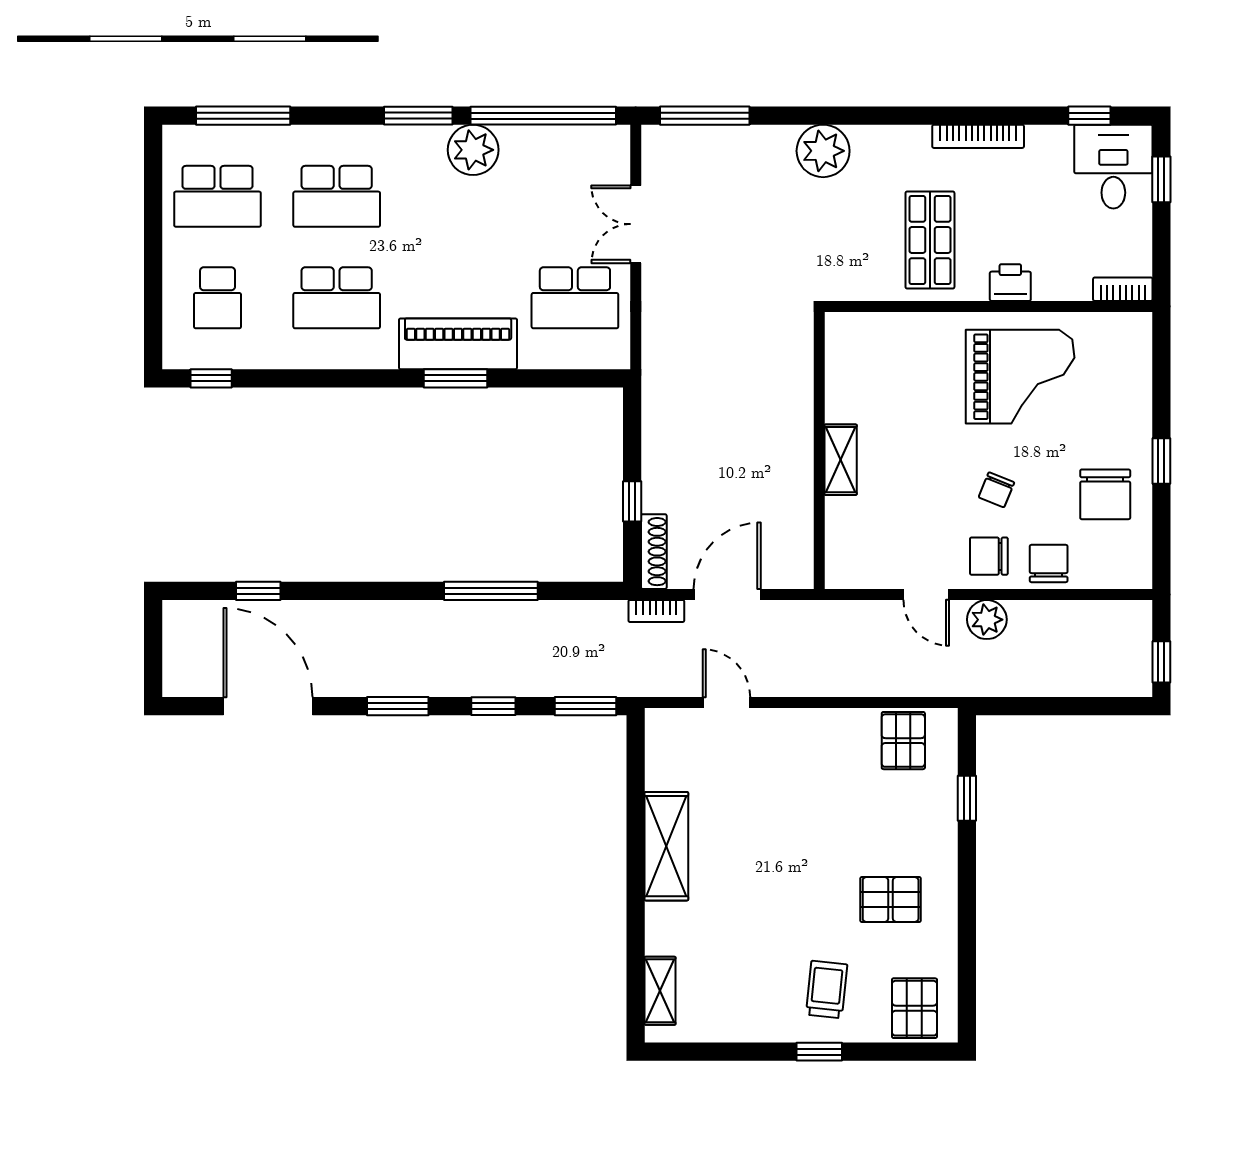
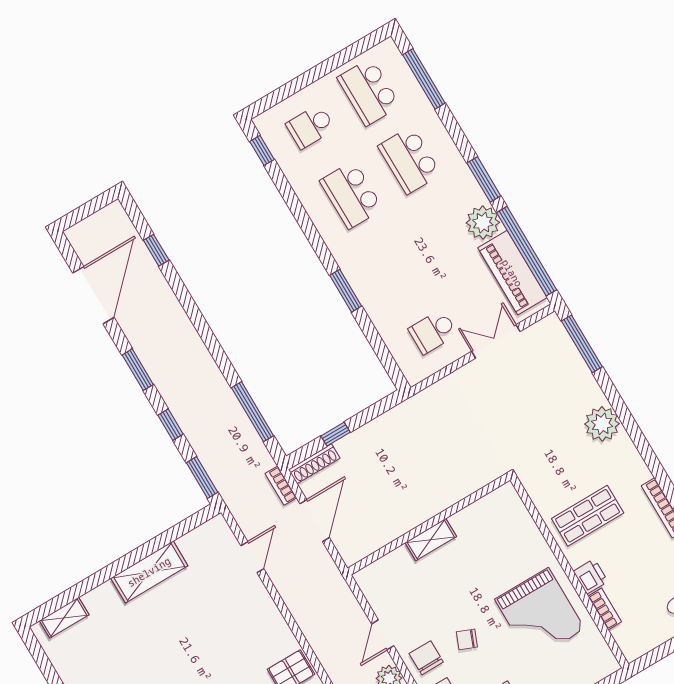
bookcase: (1123, 289) -> (605, 609), moved
school desk: (575, 298) -> (433, 332), width x0.54
piano: (458, 344) -> (512, 273), moved, turned 180
window: (491, 591) -> (252, 412), moved
door: (727, 594) -> (315, 521), hinge flipped

